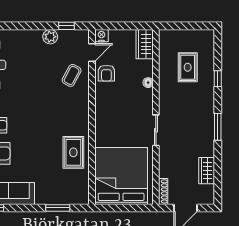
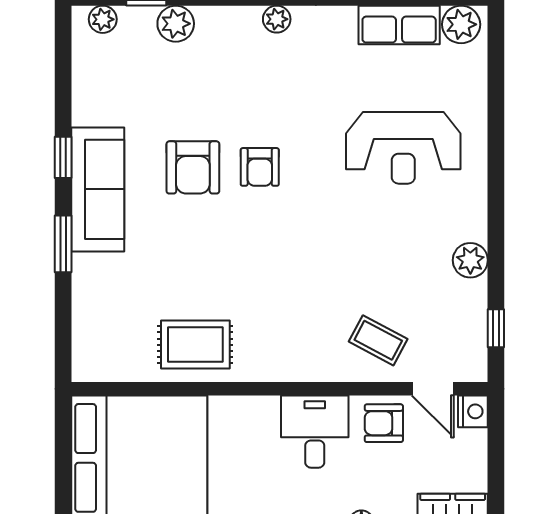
plant: (50, 37) -> (470, 260), moved
desk: (110, 102) -> (315, 432), added
window: (58, 208) -> (63, 244), moved

